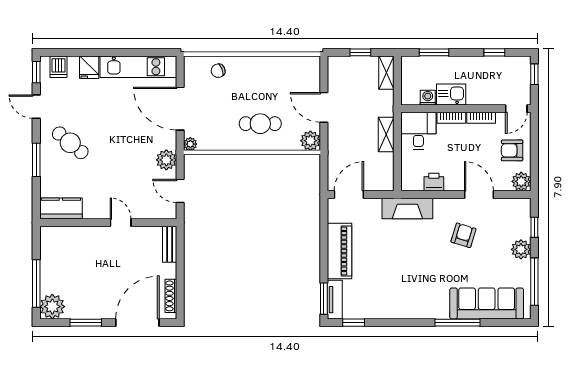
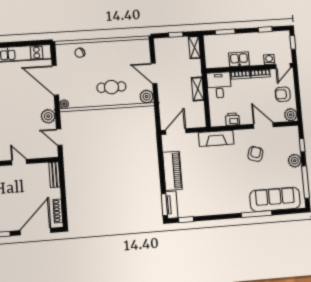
washing machine: (428, 98) -> (269, 59), moved

